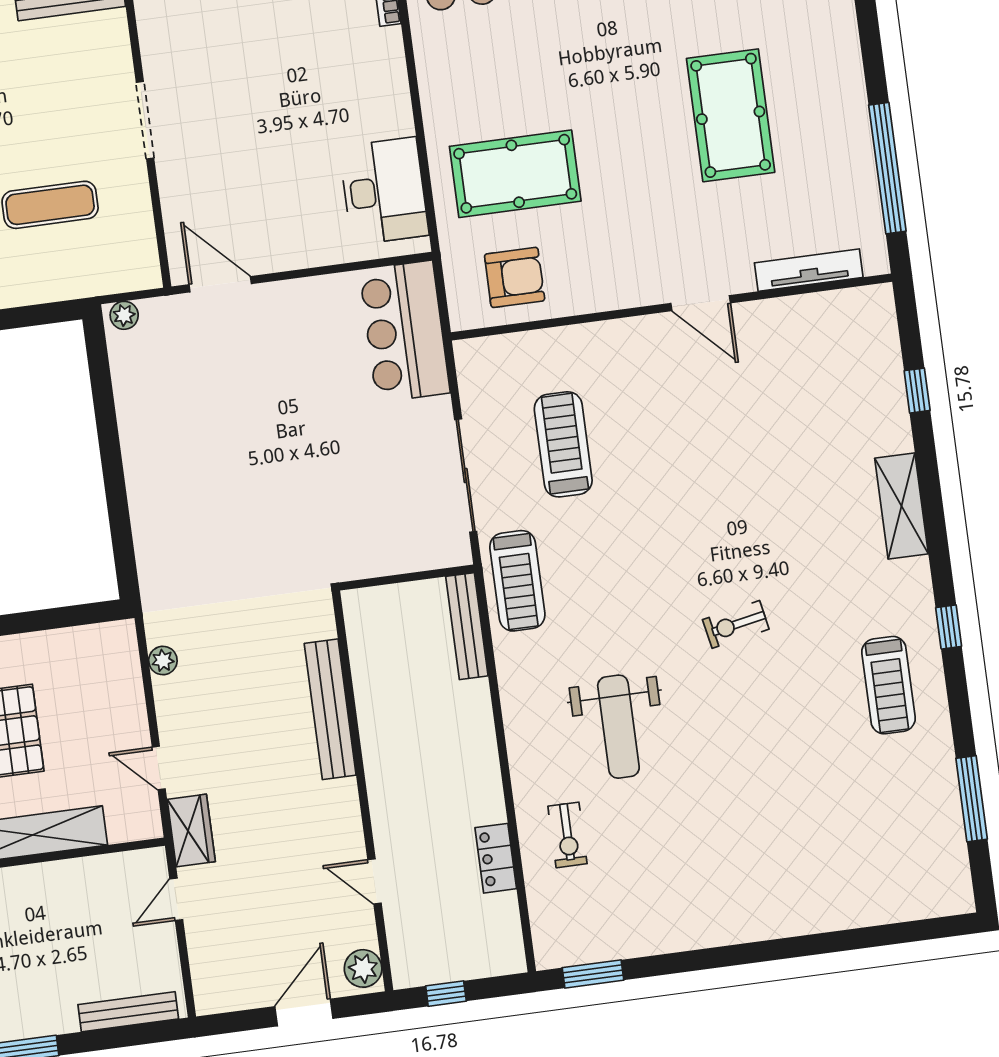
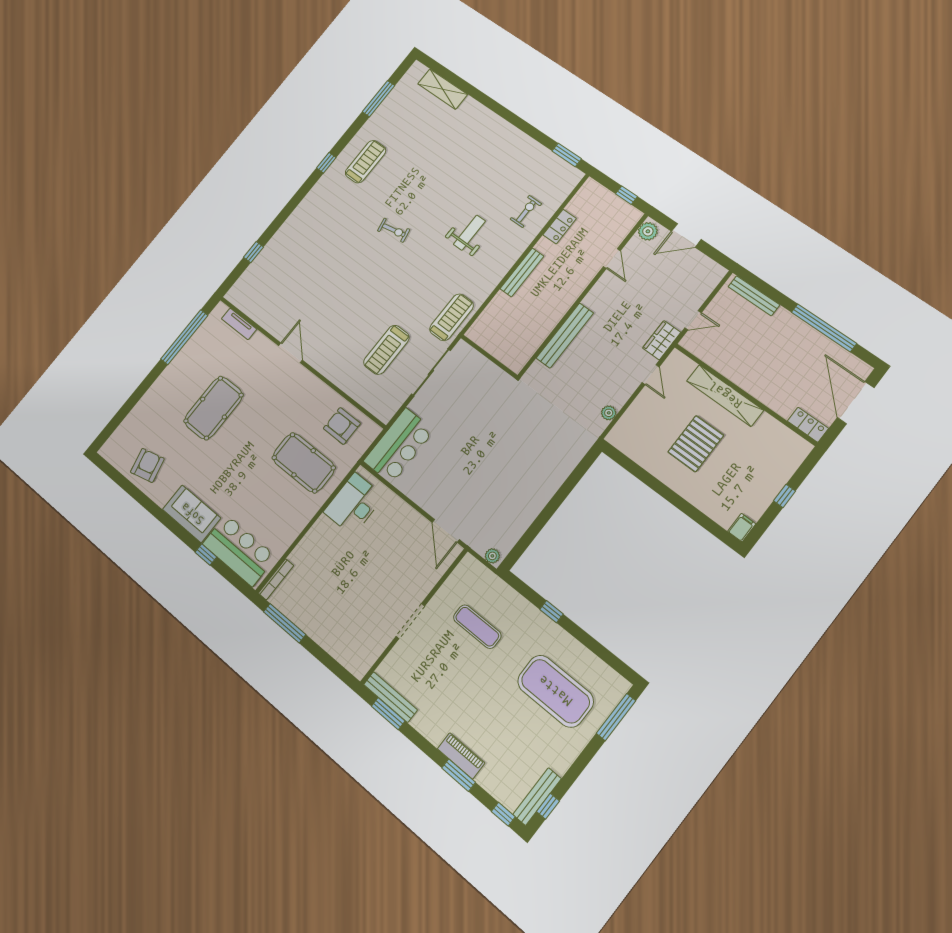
tv unit: (809, 270) -> (239, 324), width x0.71
shelving: (902, 506) -> (443, 89), moved, turned 90
bench: (467, 626) -> (522, 272), moved
weight bench: (618, 727) -> (469, 233), width x0.73, depth x0.75

